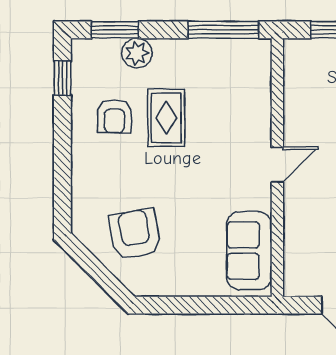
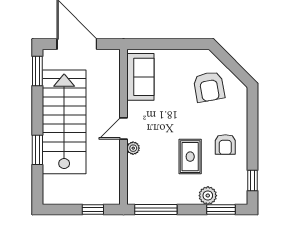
armchair: (114, 116) -> (225, 144), moved, turned 180
plant: (261, 132) -> (133, 148), added

